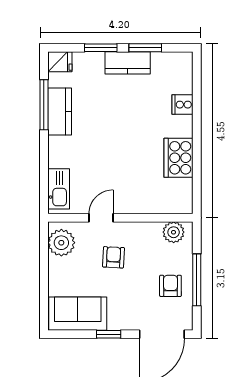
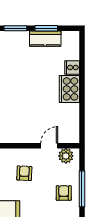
kitchen counter: (128, 63) -> (45, 39), moved
cooker: (178, 158) -> (69, 89), moved
door: (101, 218) -> (49, 146), moved

